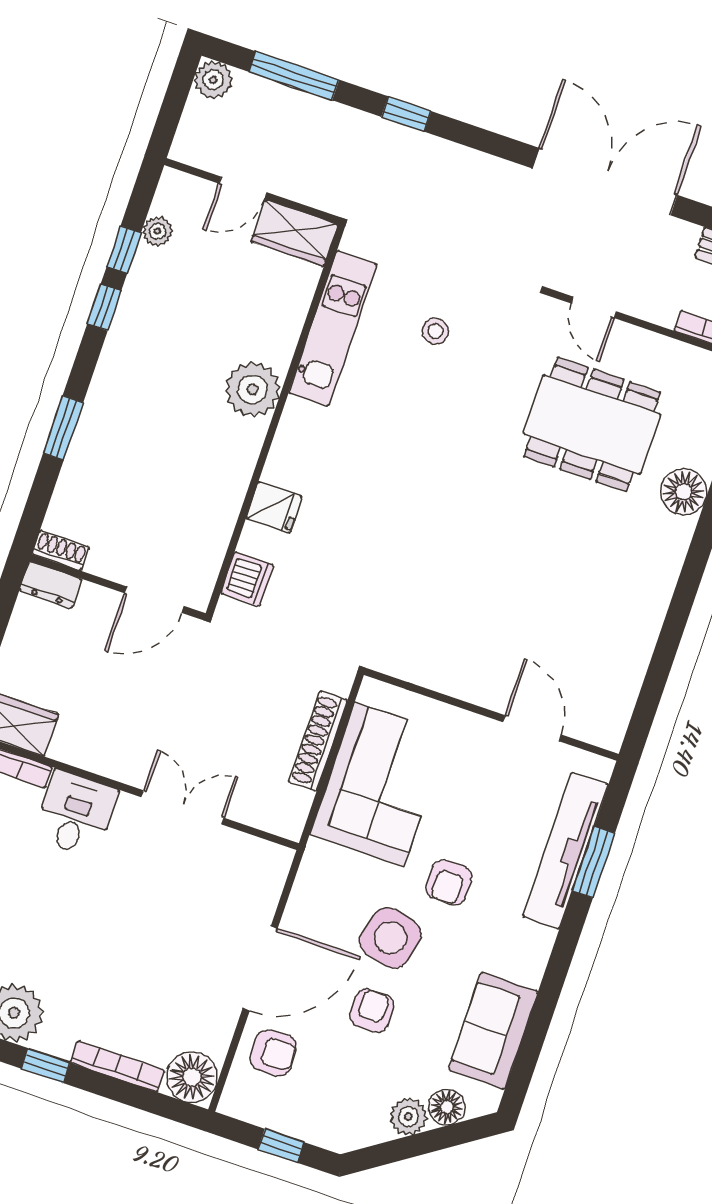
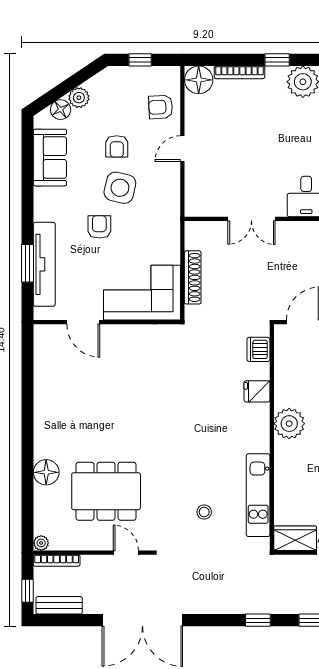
plant: (253, 389) -> (289, 424), moved
corner sofa: (379, 784) -> (142, 293), moved, turned 90
door: (260, 968) -> (182, 149), width x0.53

